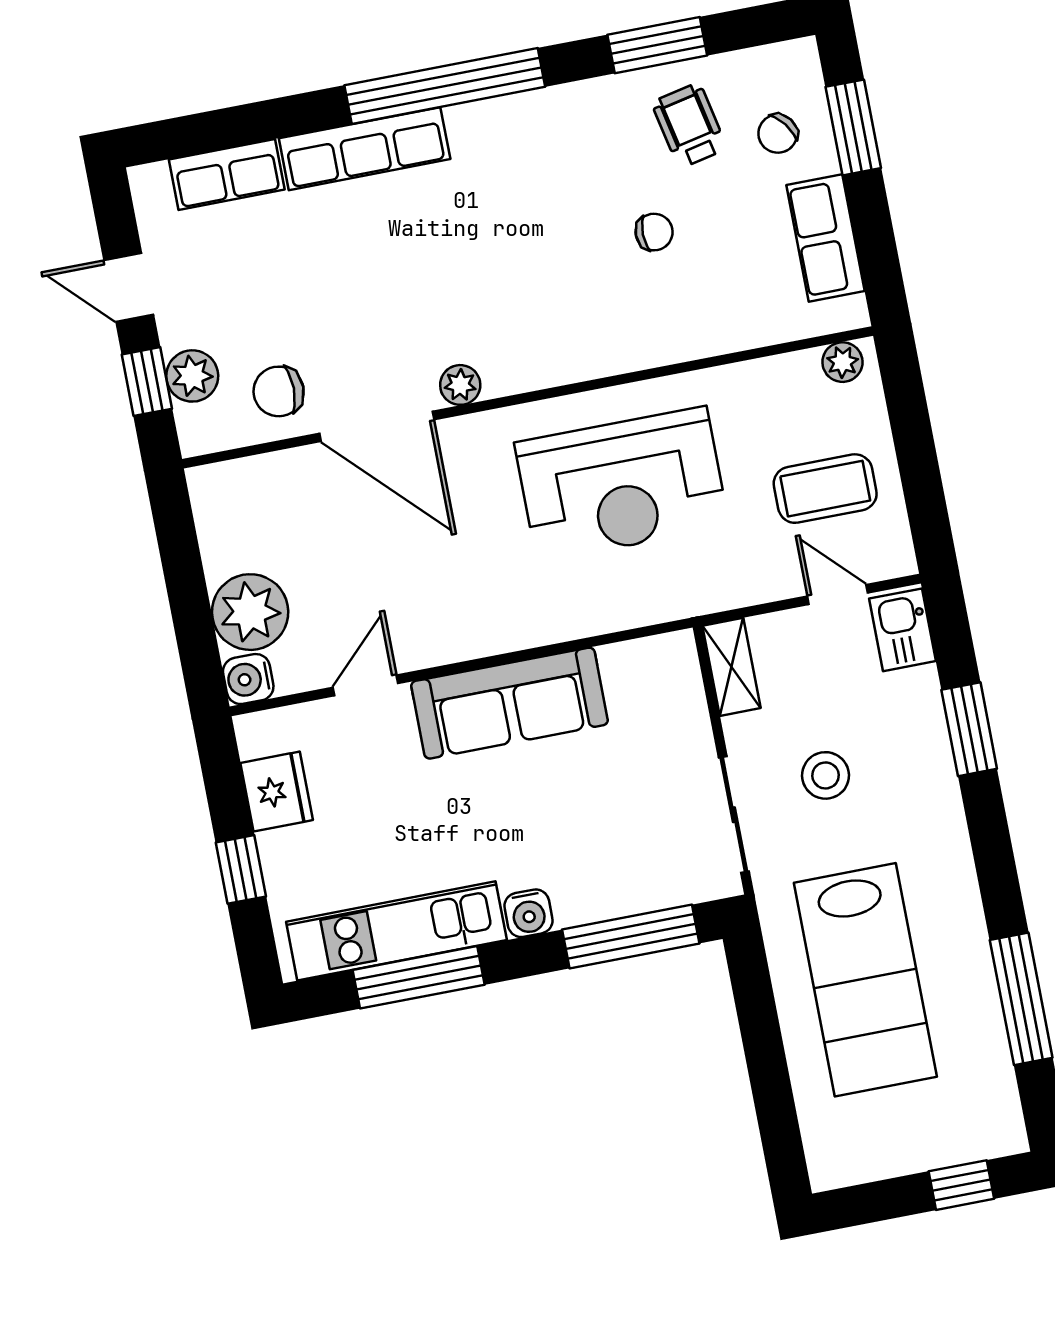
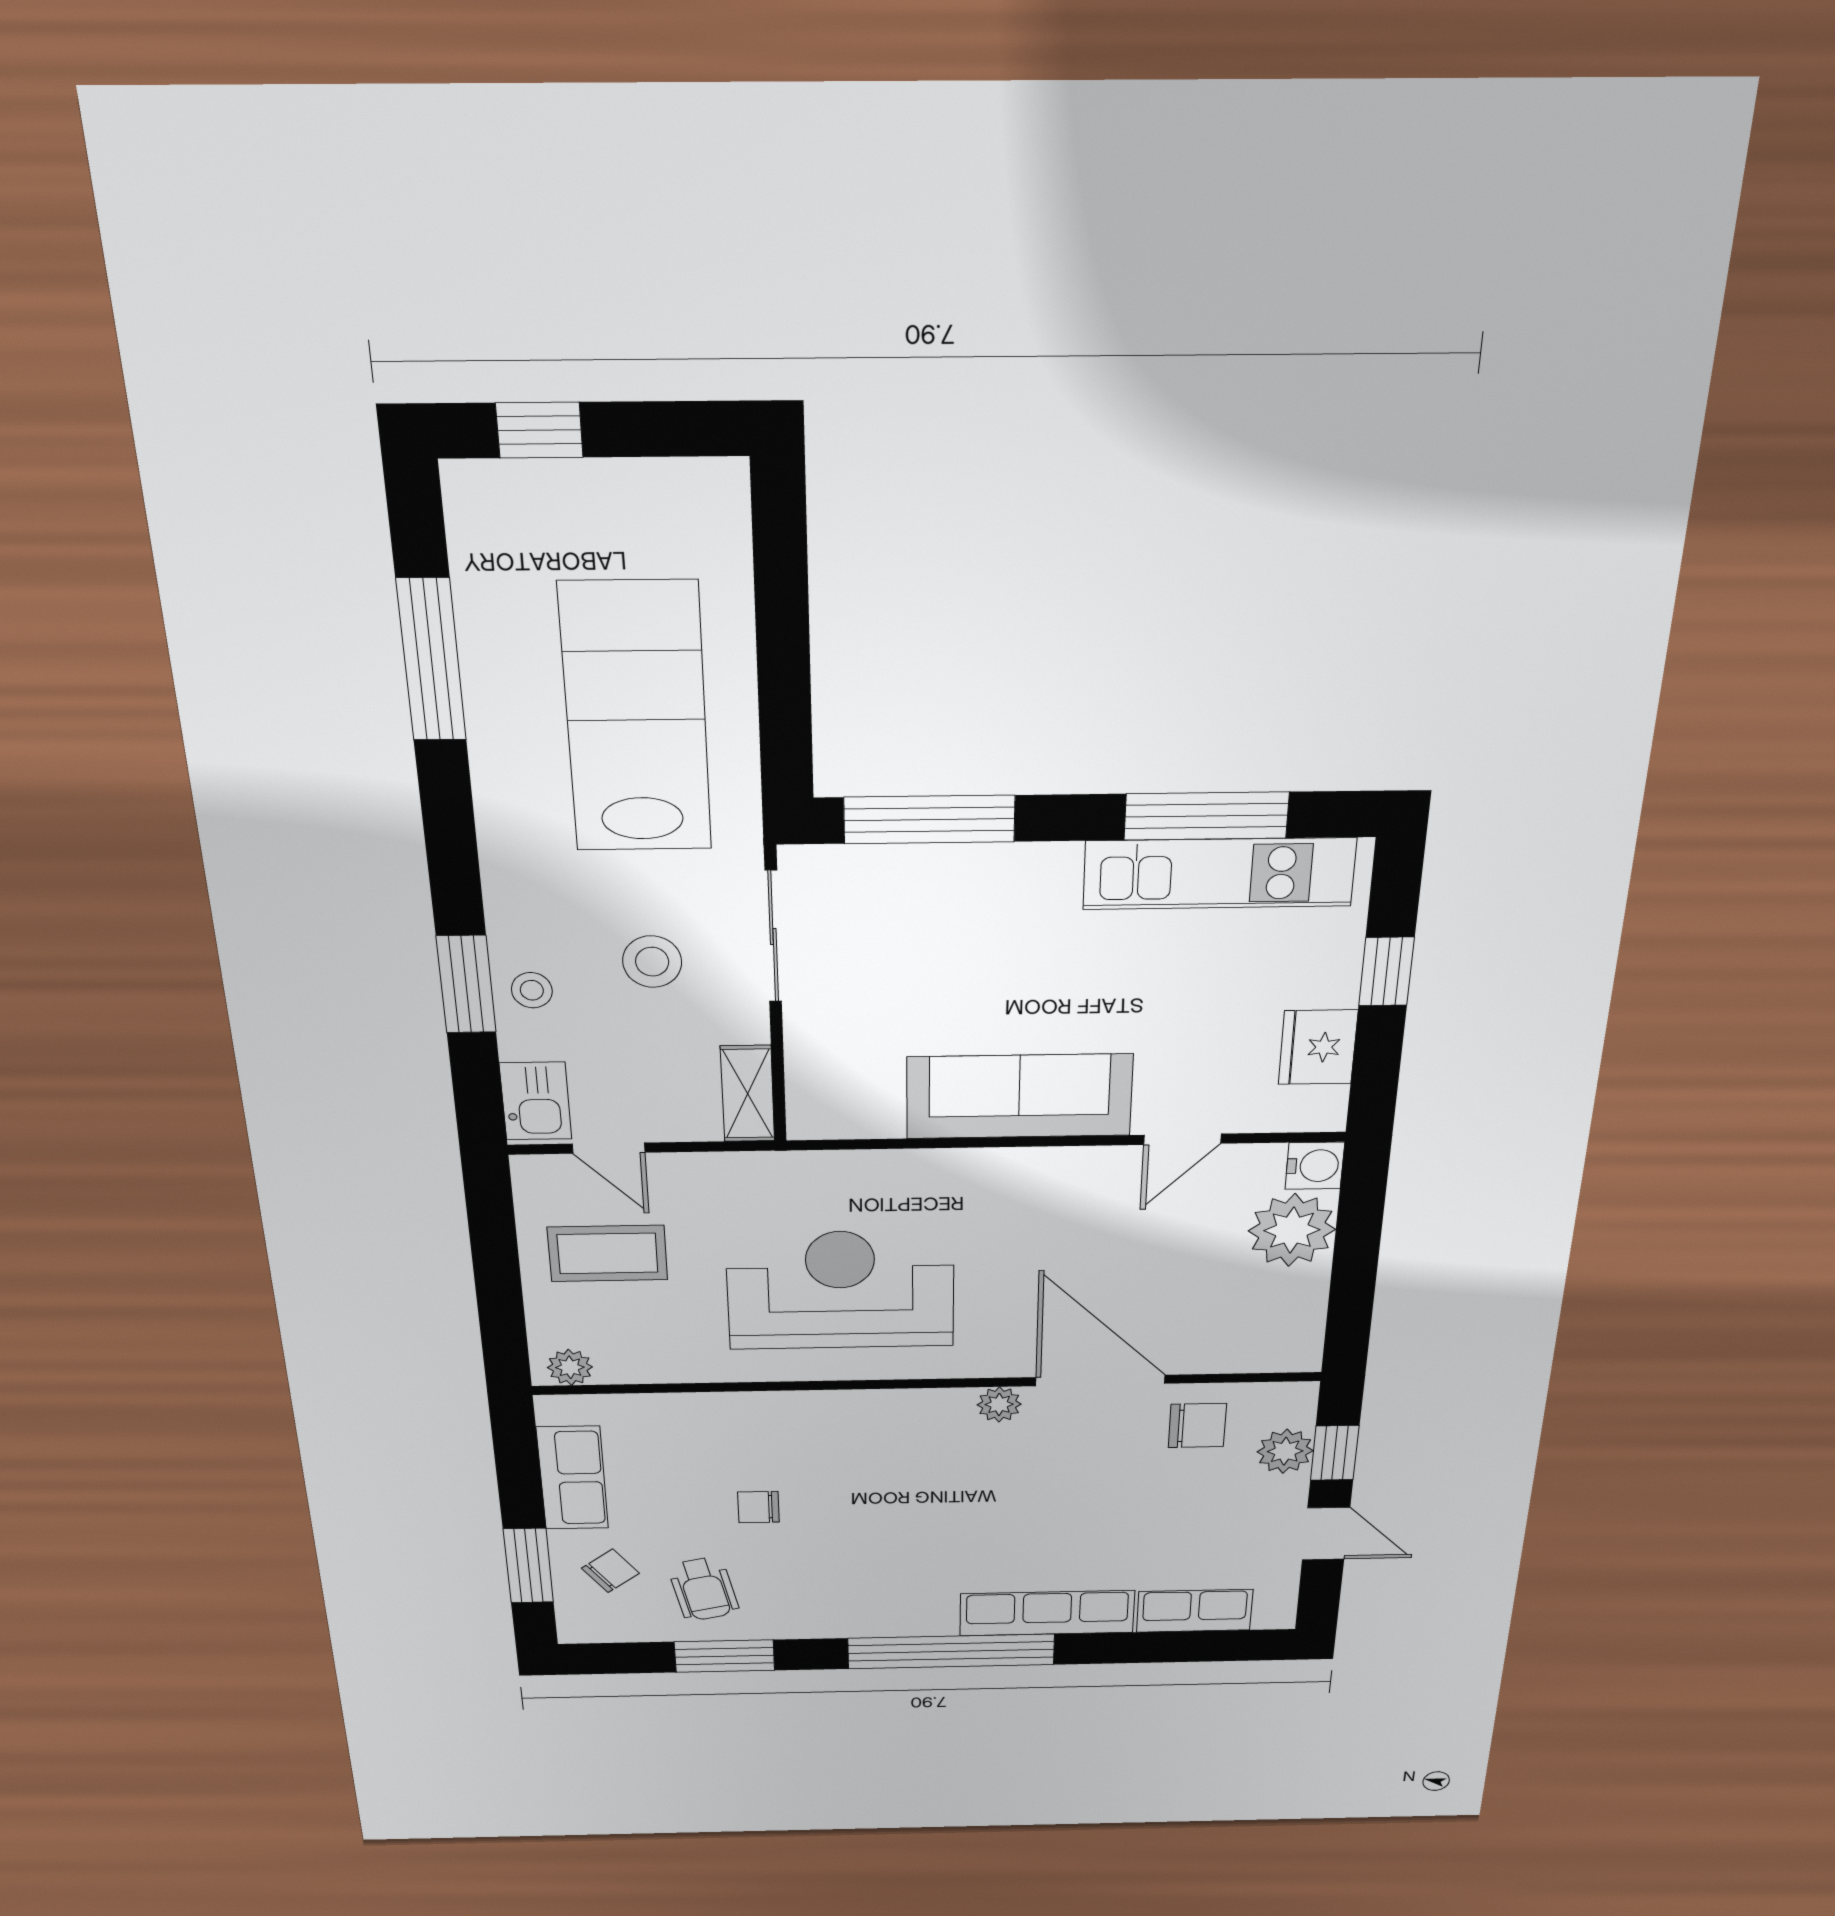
stool: (917, 733) -> (532, 990), added
water cooler: (528, 913) -> (1051, 867), removed

